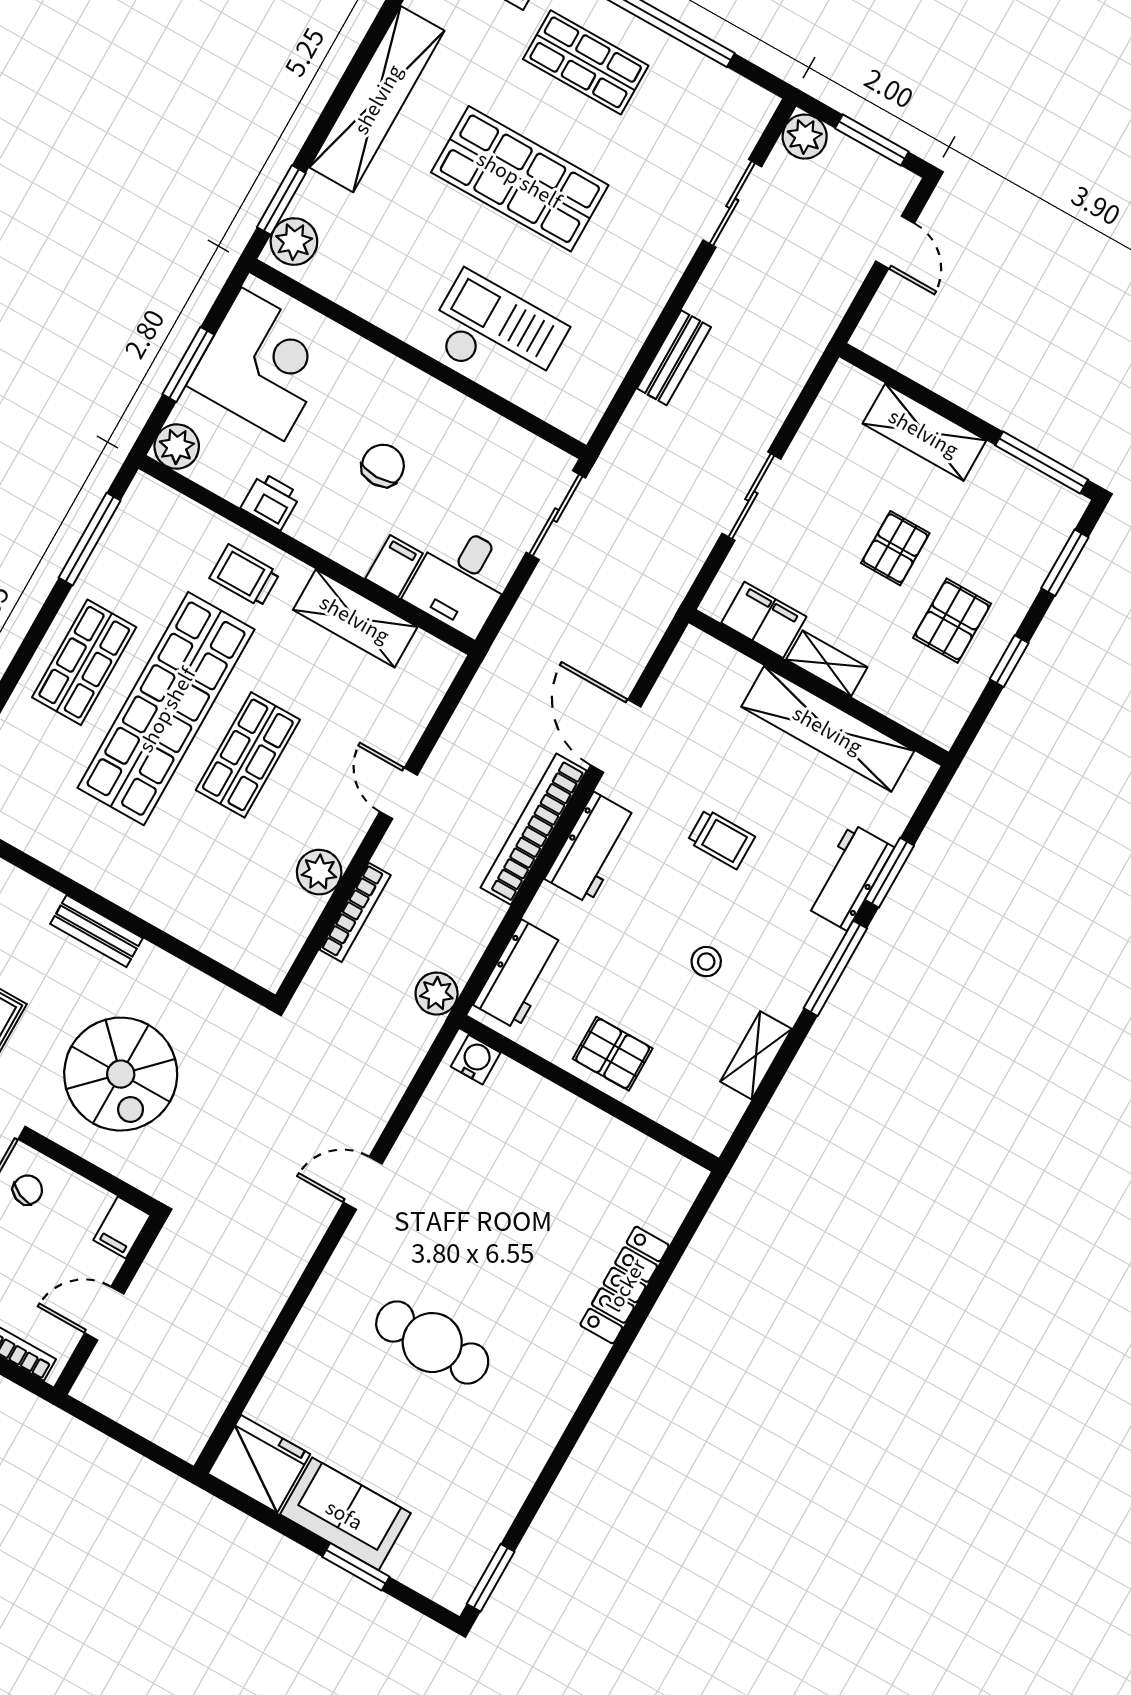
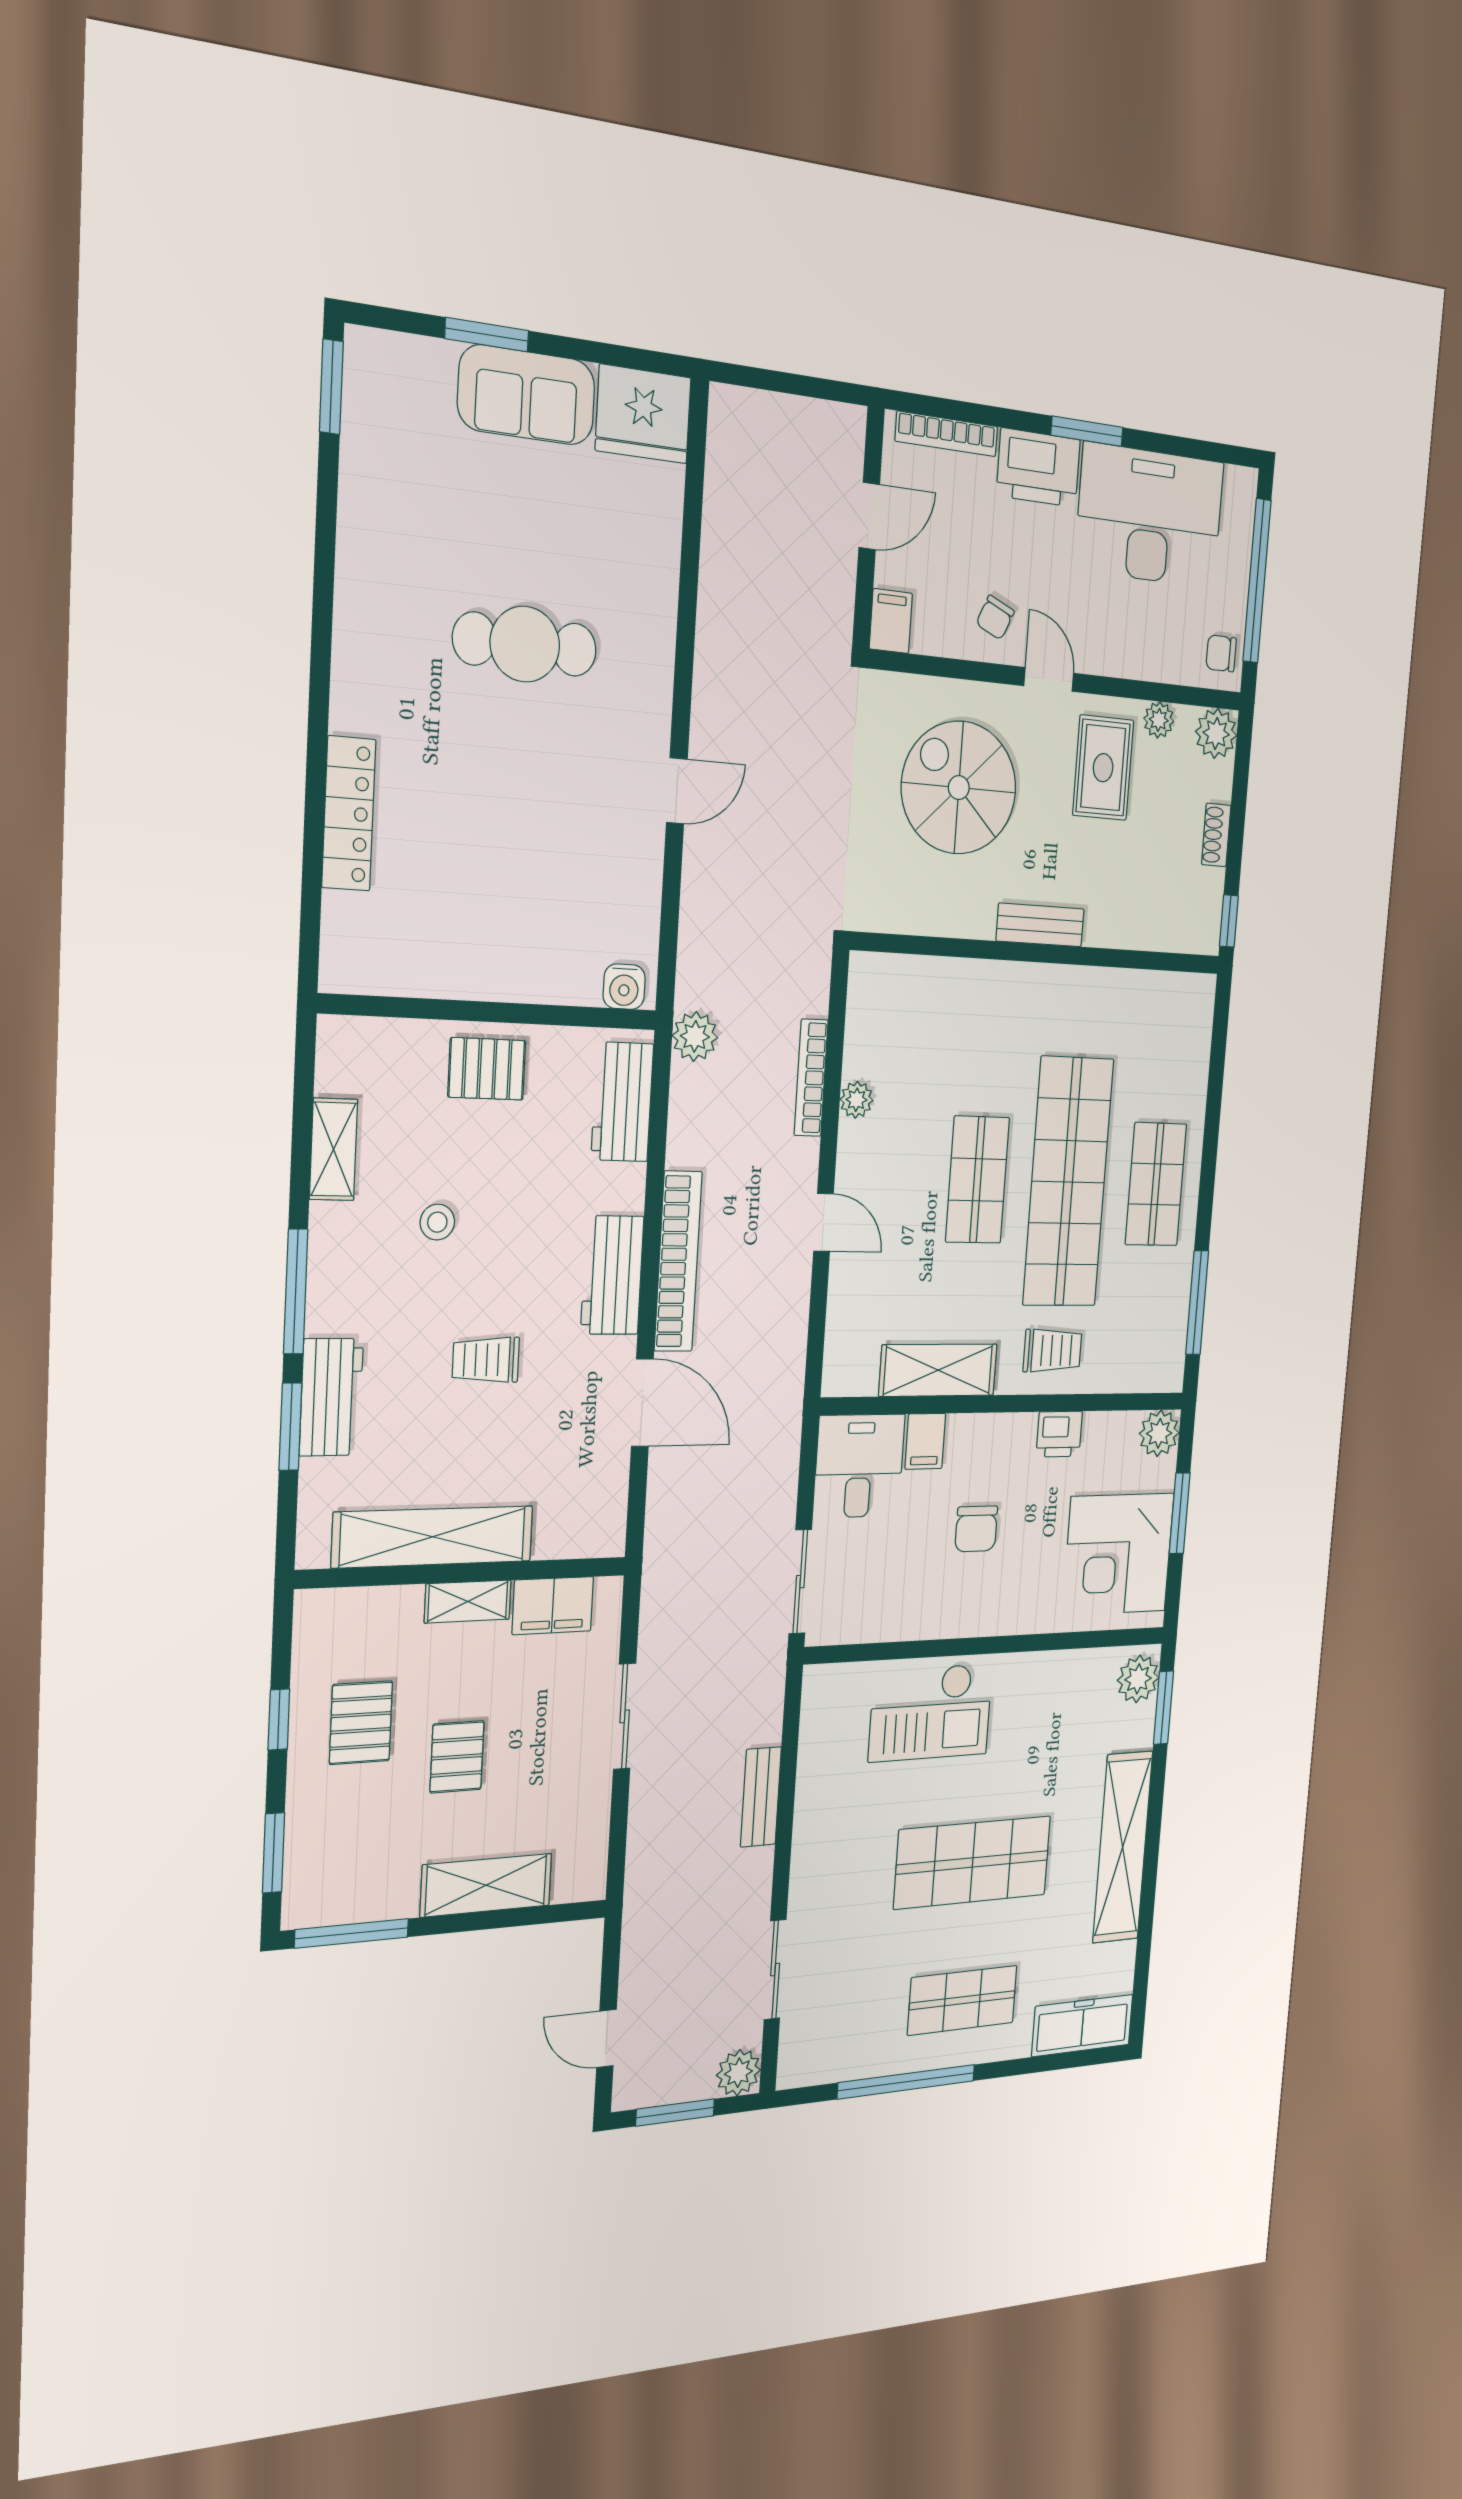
plant: (319, 872) -> (856, 1100), width x0.73, depth x0.73

